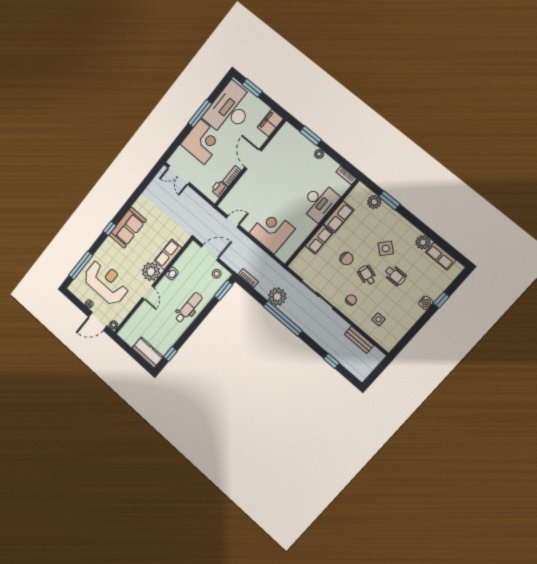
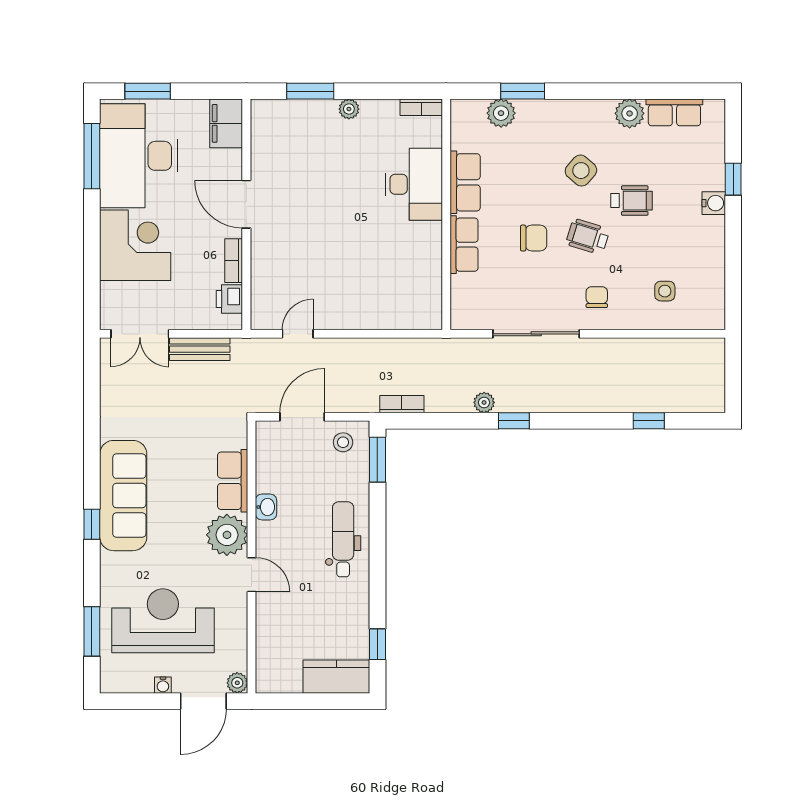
window: (200, 113) -> (92, 156), moved
sofa: (128, 228) -> (123, 496), width x1.36
corner desk: (272, 231) -> (376, 294), removed
window: (81, 265) -> (92, 631), width x0.69
plant: (277, 297) -> (484, 402), width x0.53, depth x0.53
window: (283, 318) -> (514, 421), width x0.32
bench: (359, 340) -> (200, 349), moved

